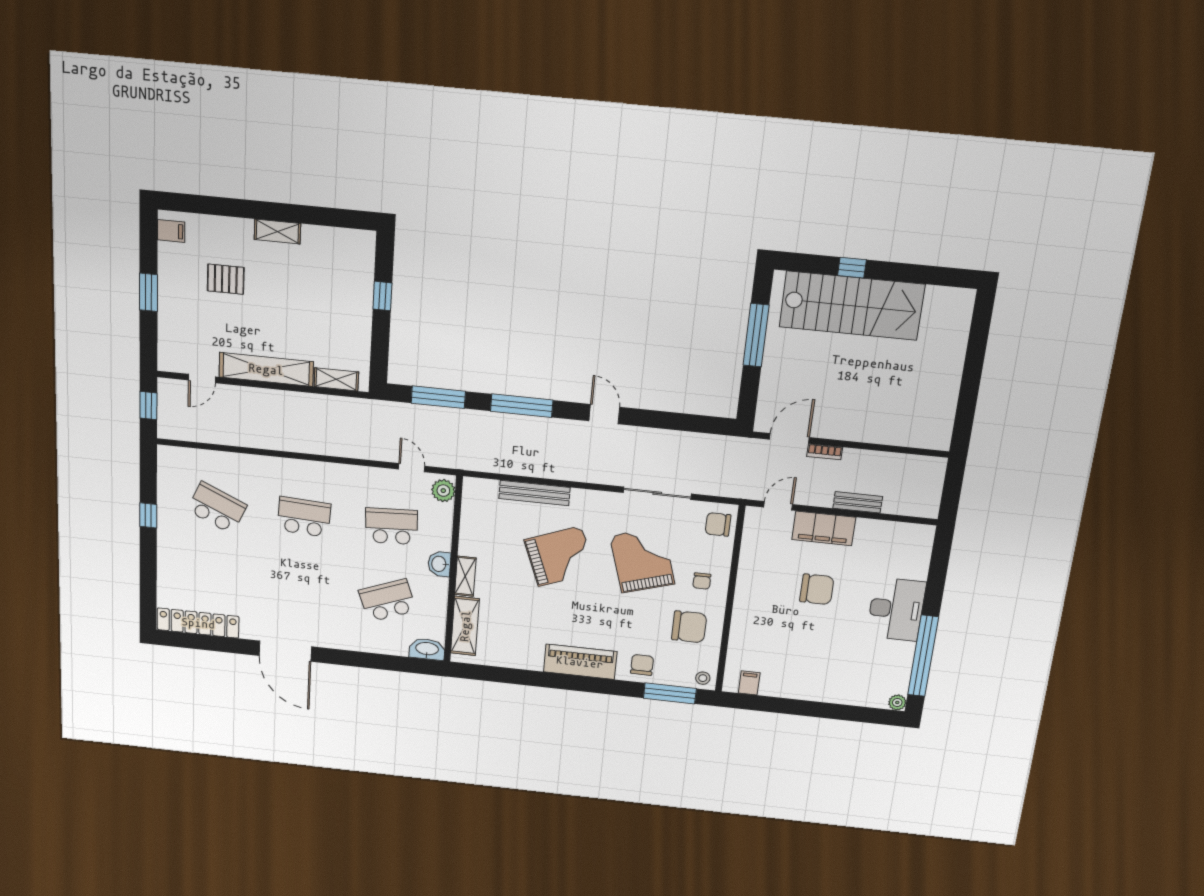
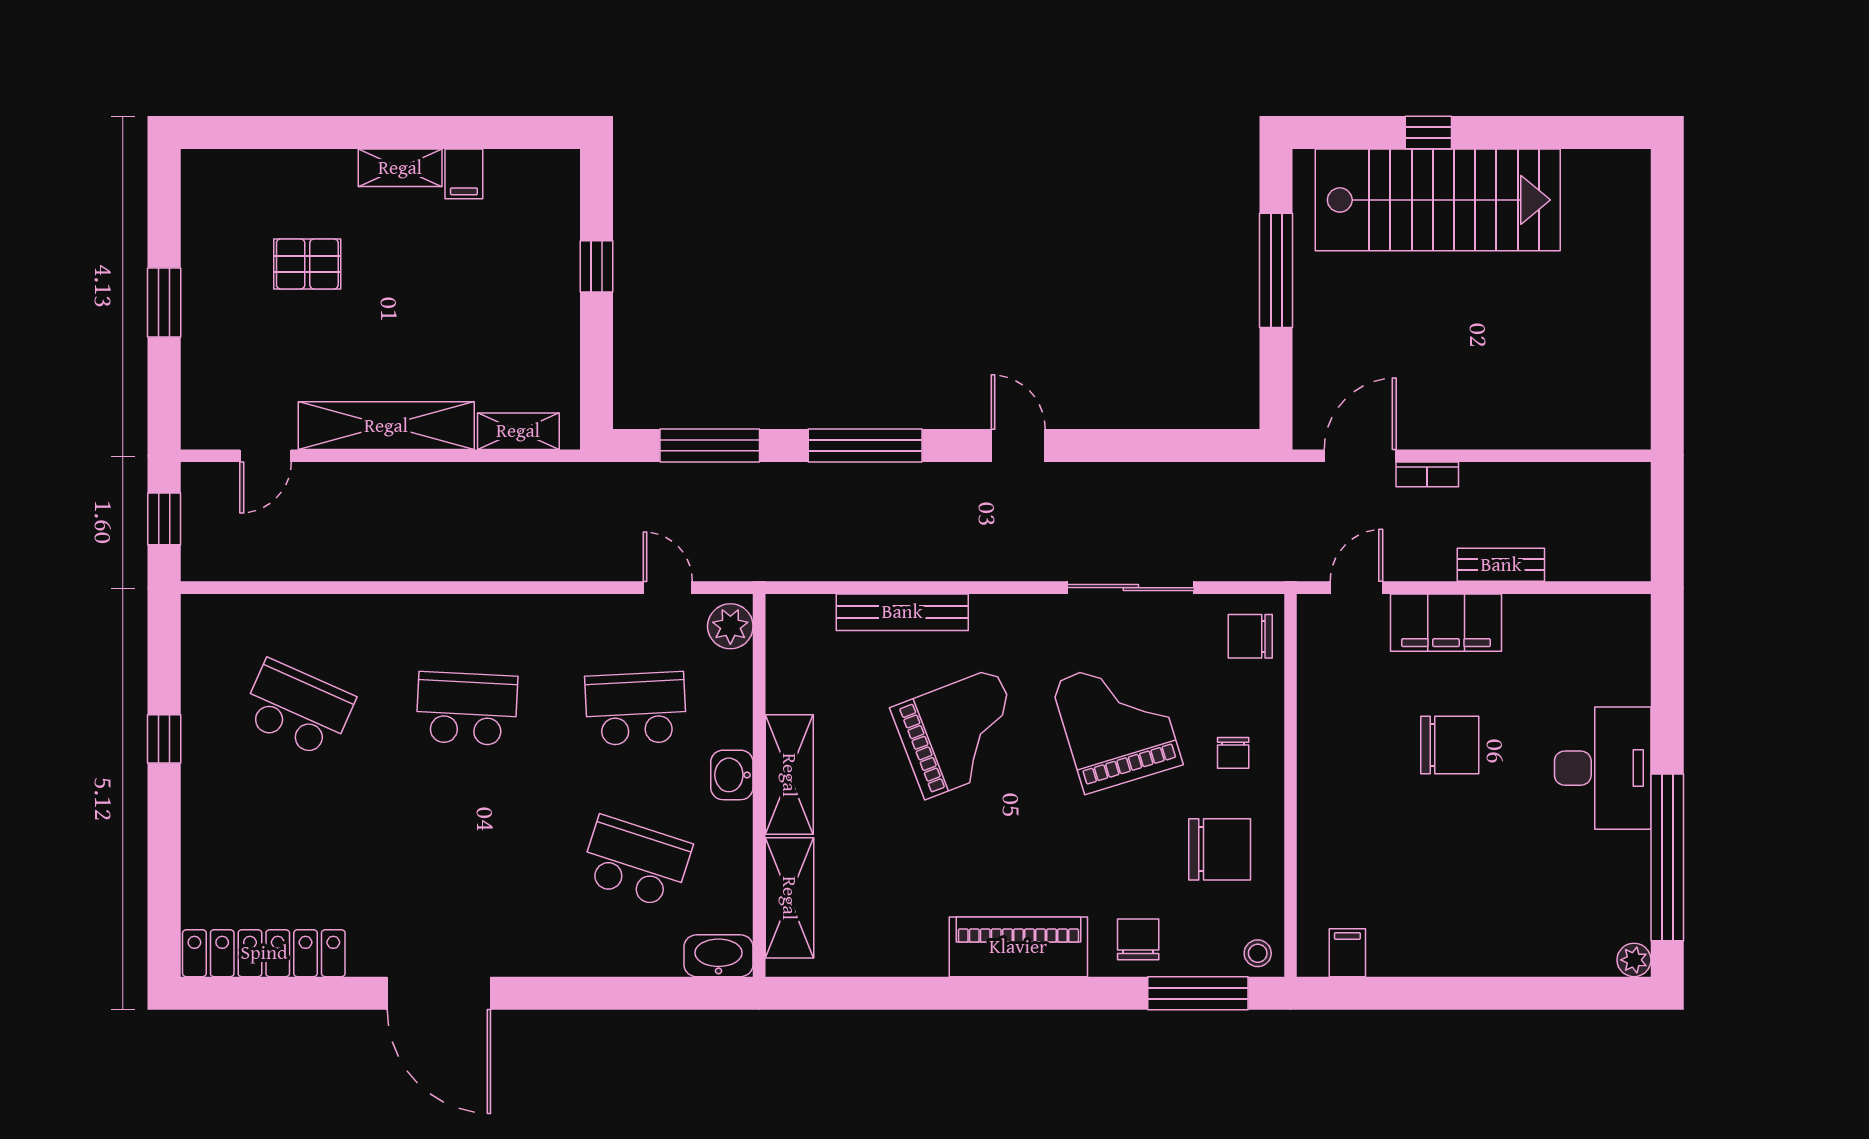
filing cabinet: (171, 231) -> (464, 174), moved, turned 90
shelving: (465, 576) -> (789, 775), width x1.50, depth x1.33
school desk: (388, 600) -> (636, 862), turned 39

